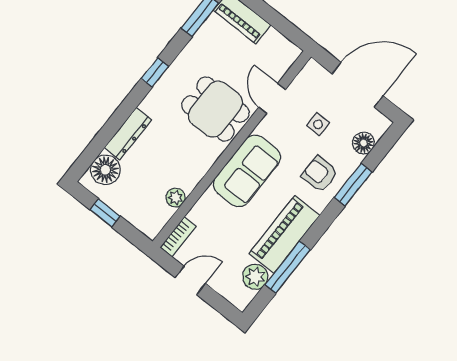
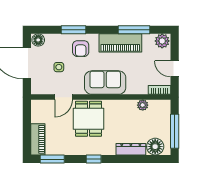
floor lamp: (363, 143) -> (38, 40), moved
window: (105, 213) -> (175, 131), width x2.17
plant: (255, 277) -> (162, 41), moved

